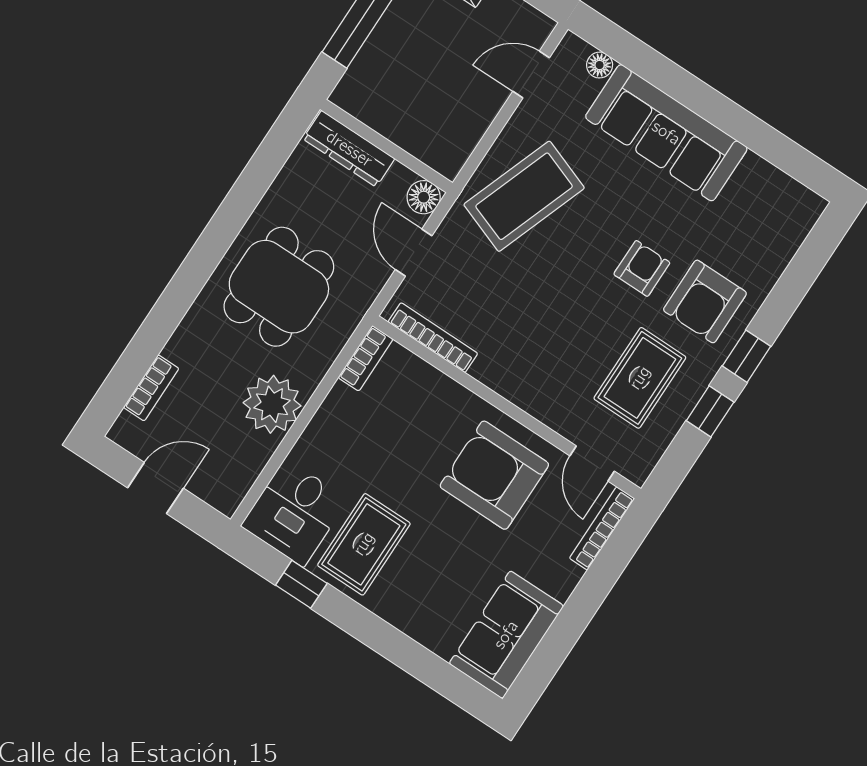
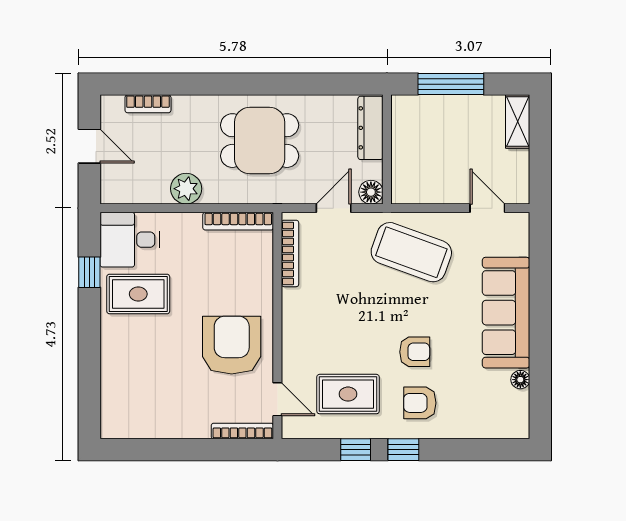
floor lamp: (600, 65) -> (520, 380), moved
armchair: (705, 301) -> (420, 403), width x0.72, depth x0.72
bookcase: (366, 358) -> (238, 221), width x1.56
plant: (272, 404) -> (186, 189), width x0.73, depth x0.73
door: (592, 464) -> (277, 399), swing flipped
sofa: (506, 635) -> (140, 416), removed

